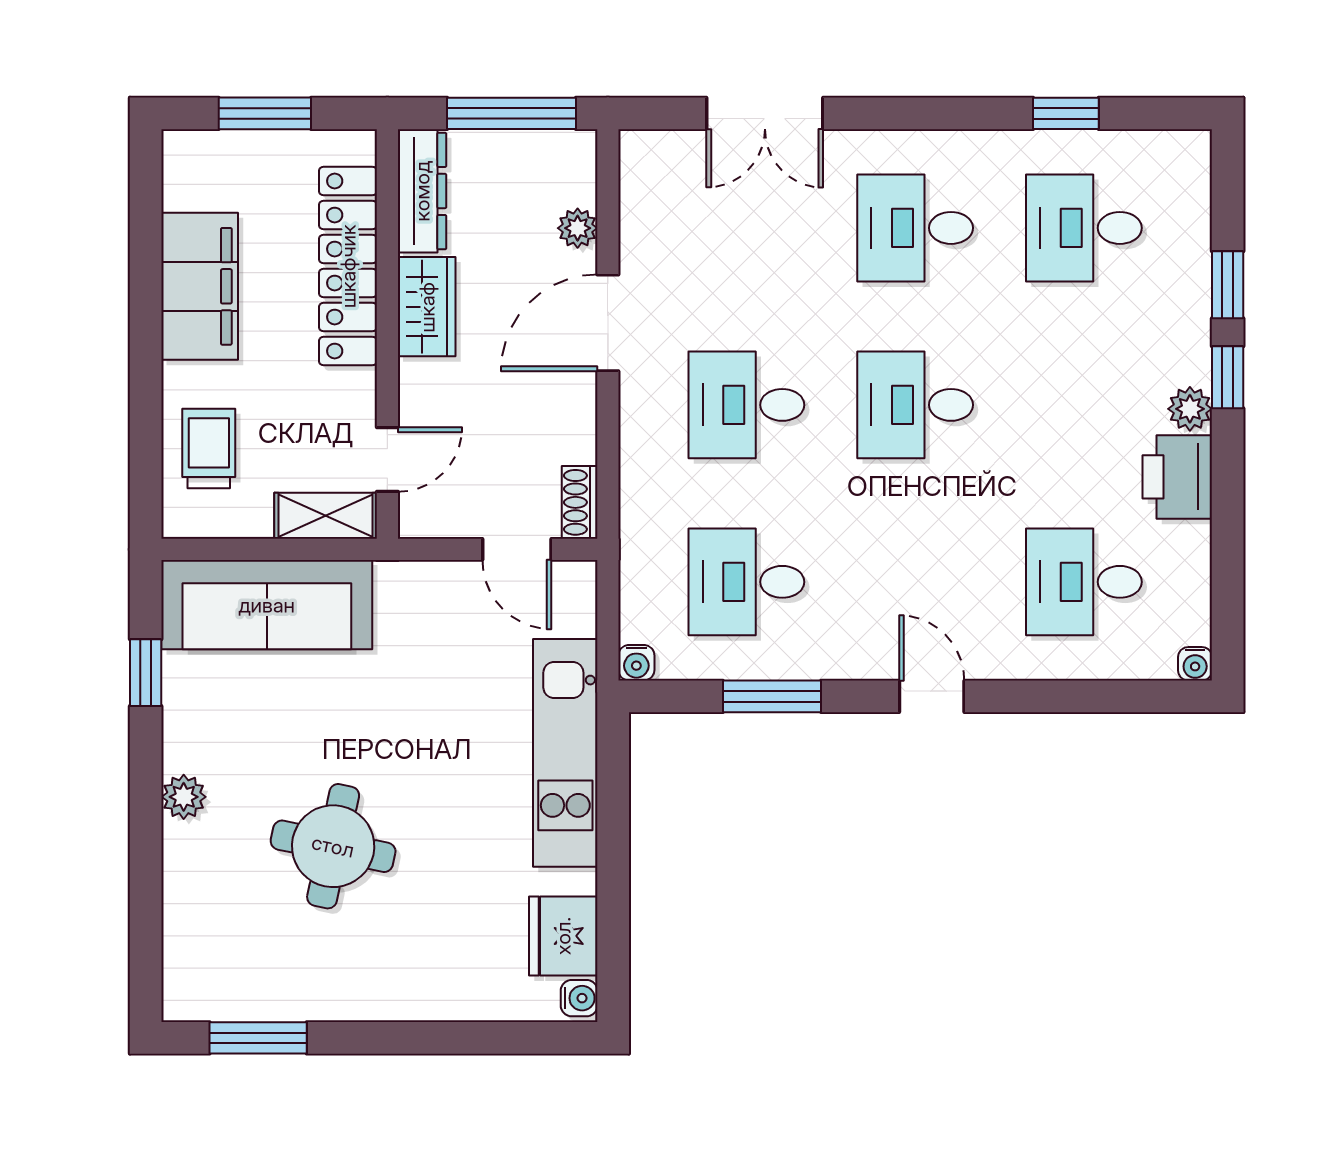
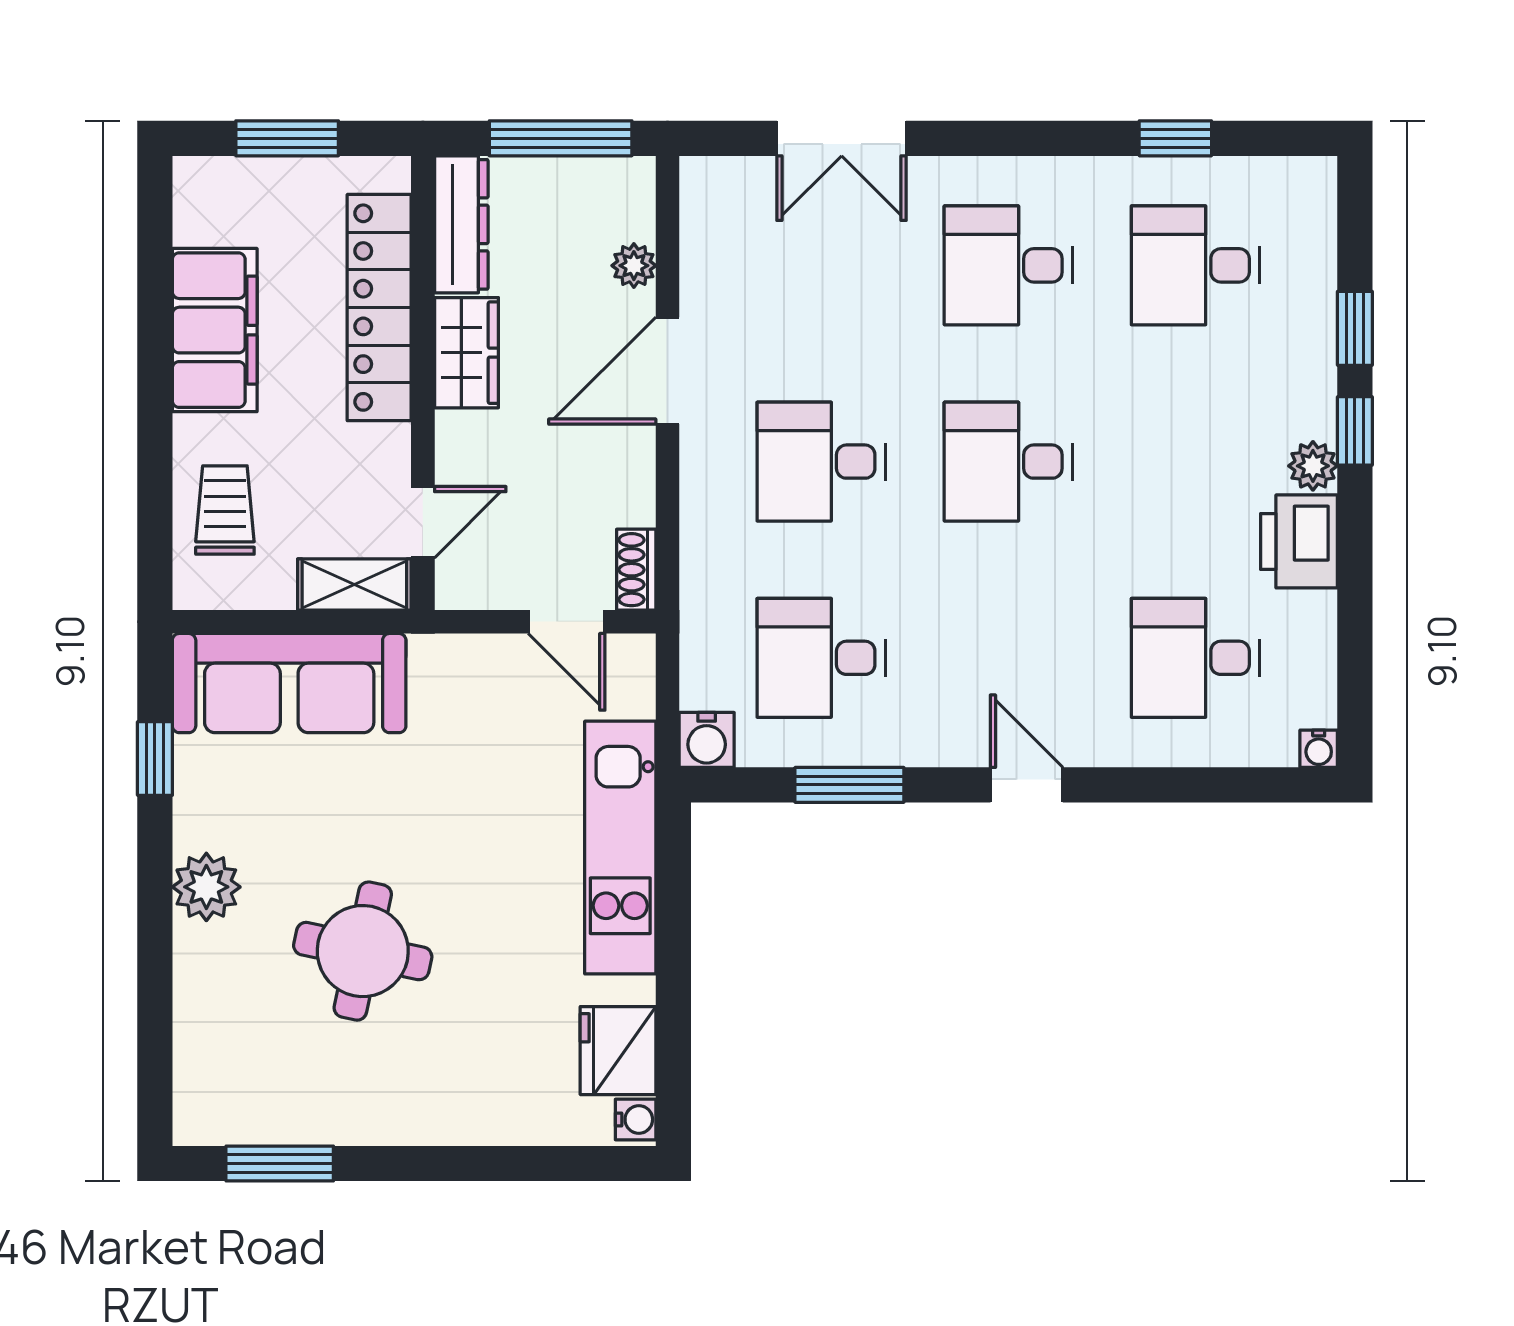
water cooler: (636, 663) -> (707, 740), width x1.38, depth x1.38
plant: (184, 797) -> (206, 887), width x1.38, depth x1.38

